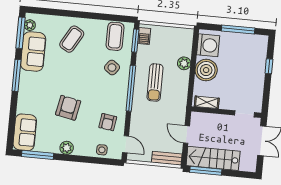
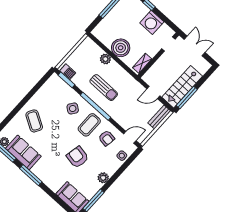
coffee table: (115, 36) -> (89, 125), moved, turned 90
washing machine: (208, 45) -> (152, 22), moved, turned 180

